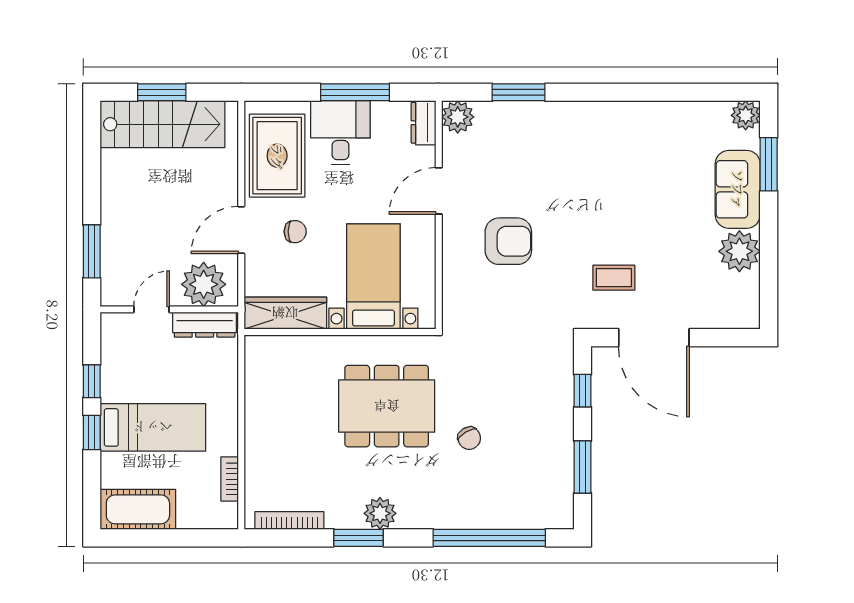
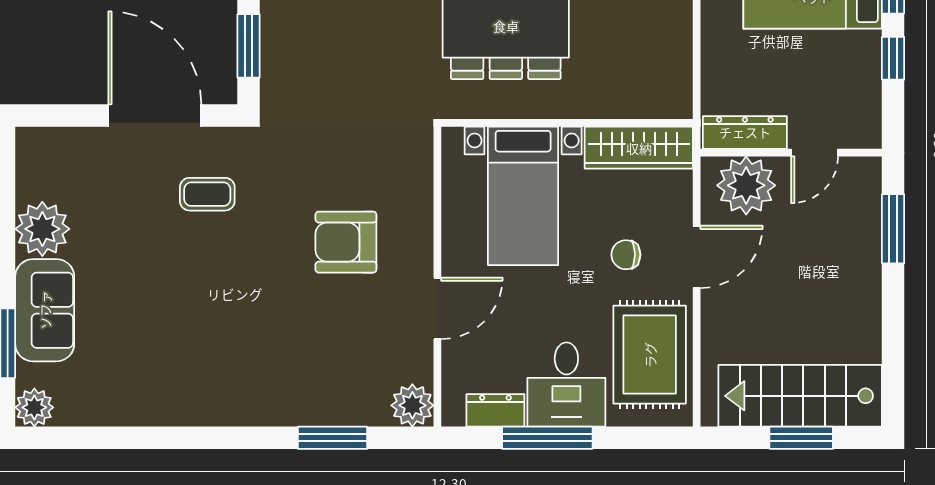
dresser: (423, 123) -> (495, 410), moved, turned -90
window: (583, 391) -> (248, 46), width x1.50

